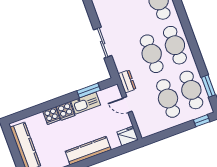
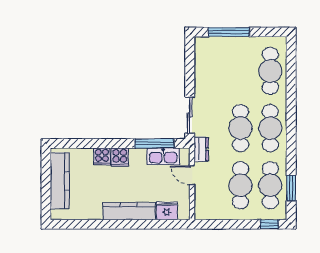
sliding door: (103, 43) -> (190, 115), moved
window: (89, 90) -> (154, 144), width x1.44
kitchen sink: (86, 103) -> (163, 156), moved
fridge: (128, 136) -> (167, 211), moved

